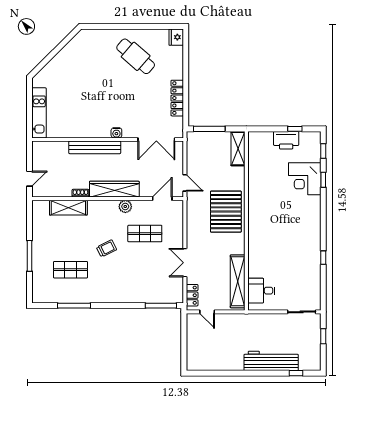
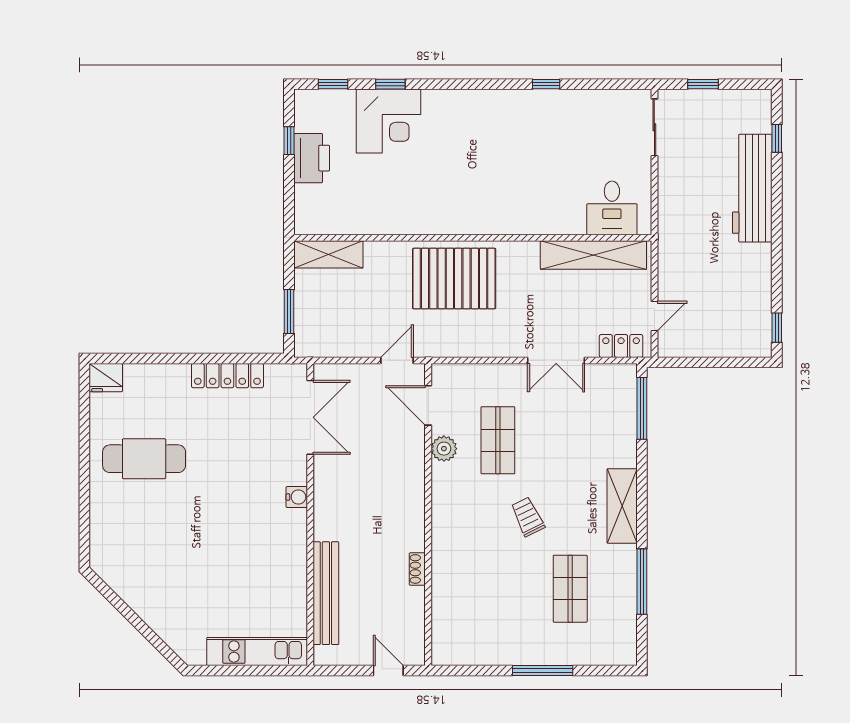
cafe table: (136, 56) -> (144, 459), turned 49
window: (209, 129) -> (289, 311), width x0.69
bench: (95, 147) -> (326, 593), moved
wardrobe: (114, 189) -> (409, 501), removed
plant: (125, 206) -> (444, 449), moved
shelving: (68, 208) -> (622, 506), moved
window: (201, 373) -> (777, 328), added

